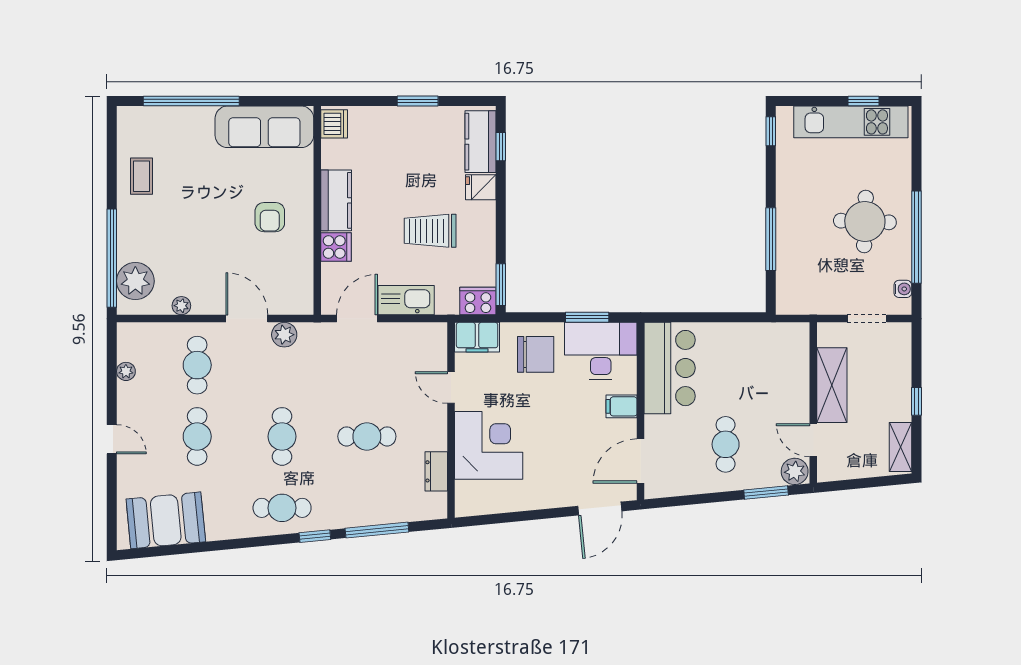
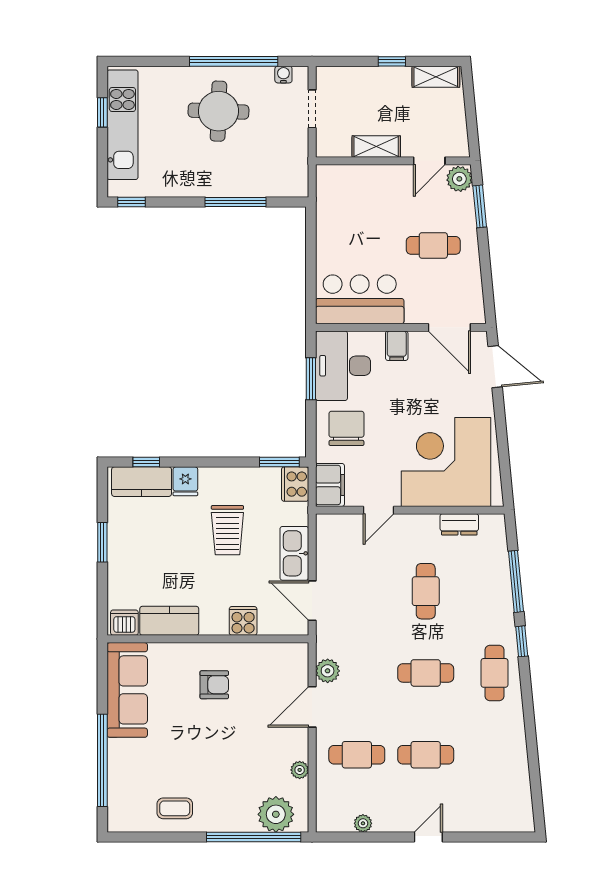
kitchen counter: (336, 200) -> (169, 621), moved
shelving: (832, 385) -> (376, 147), width x0.67, depth x0.75
corner desk: (489, 445) -> (446, 462), width x1.36, depth x1.36
booth: (166, 520) -> (507, 785), removed

